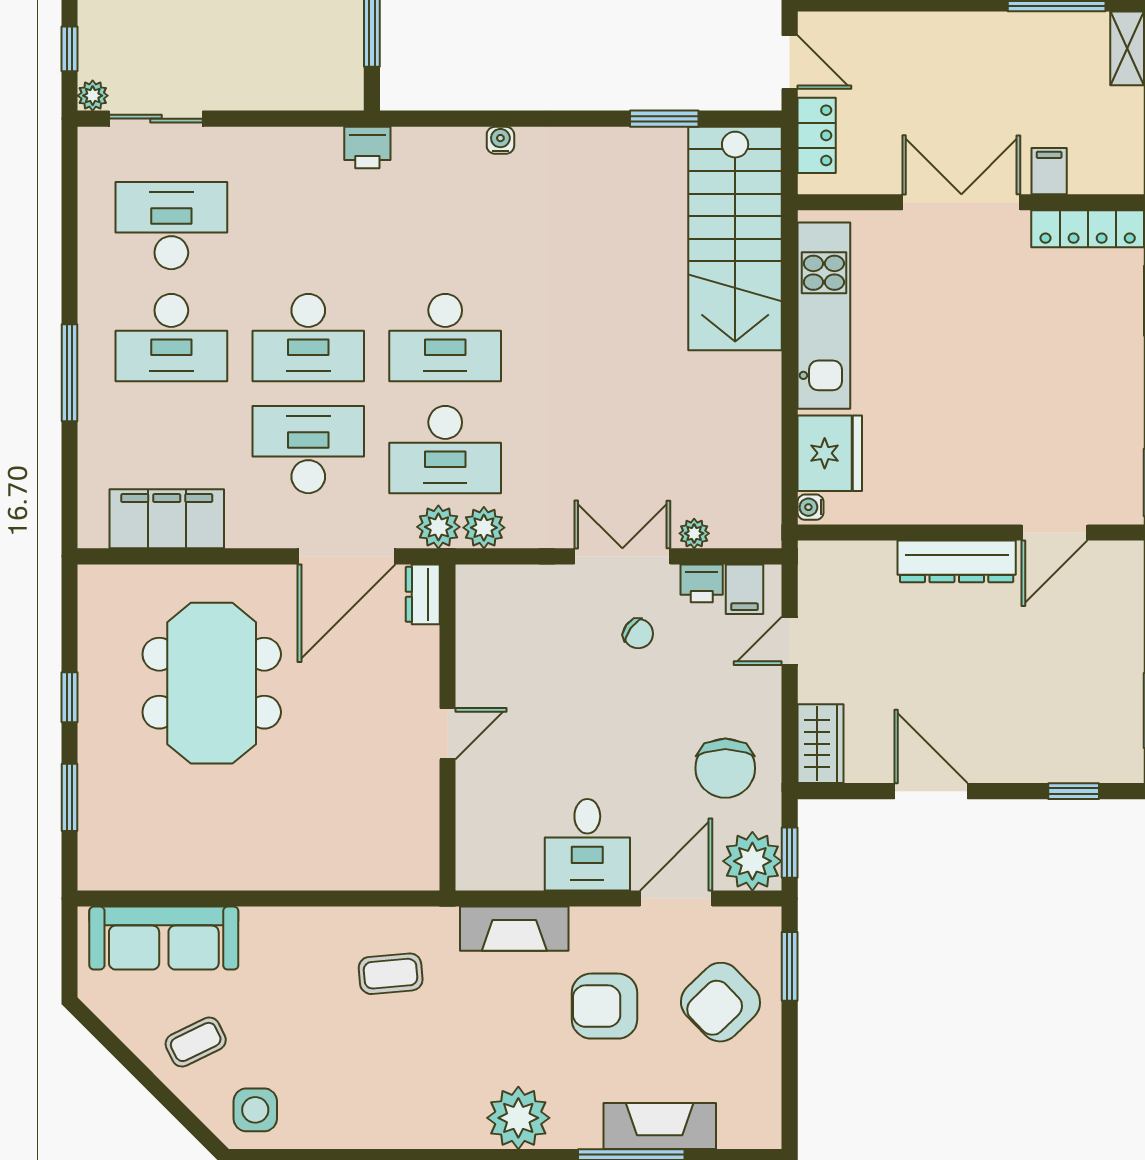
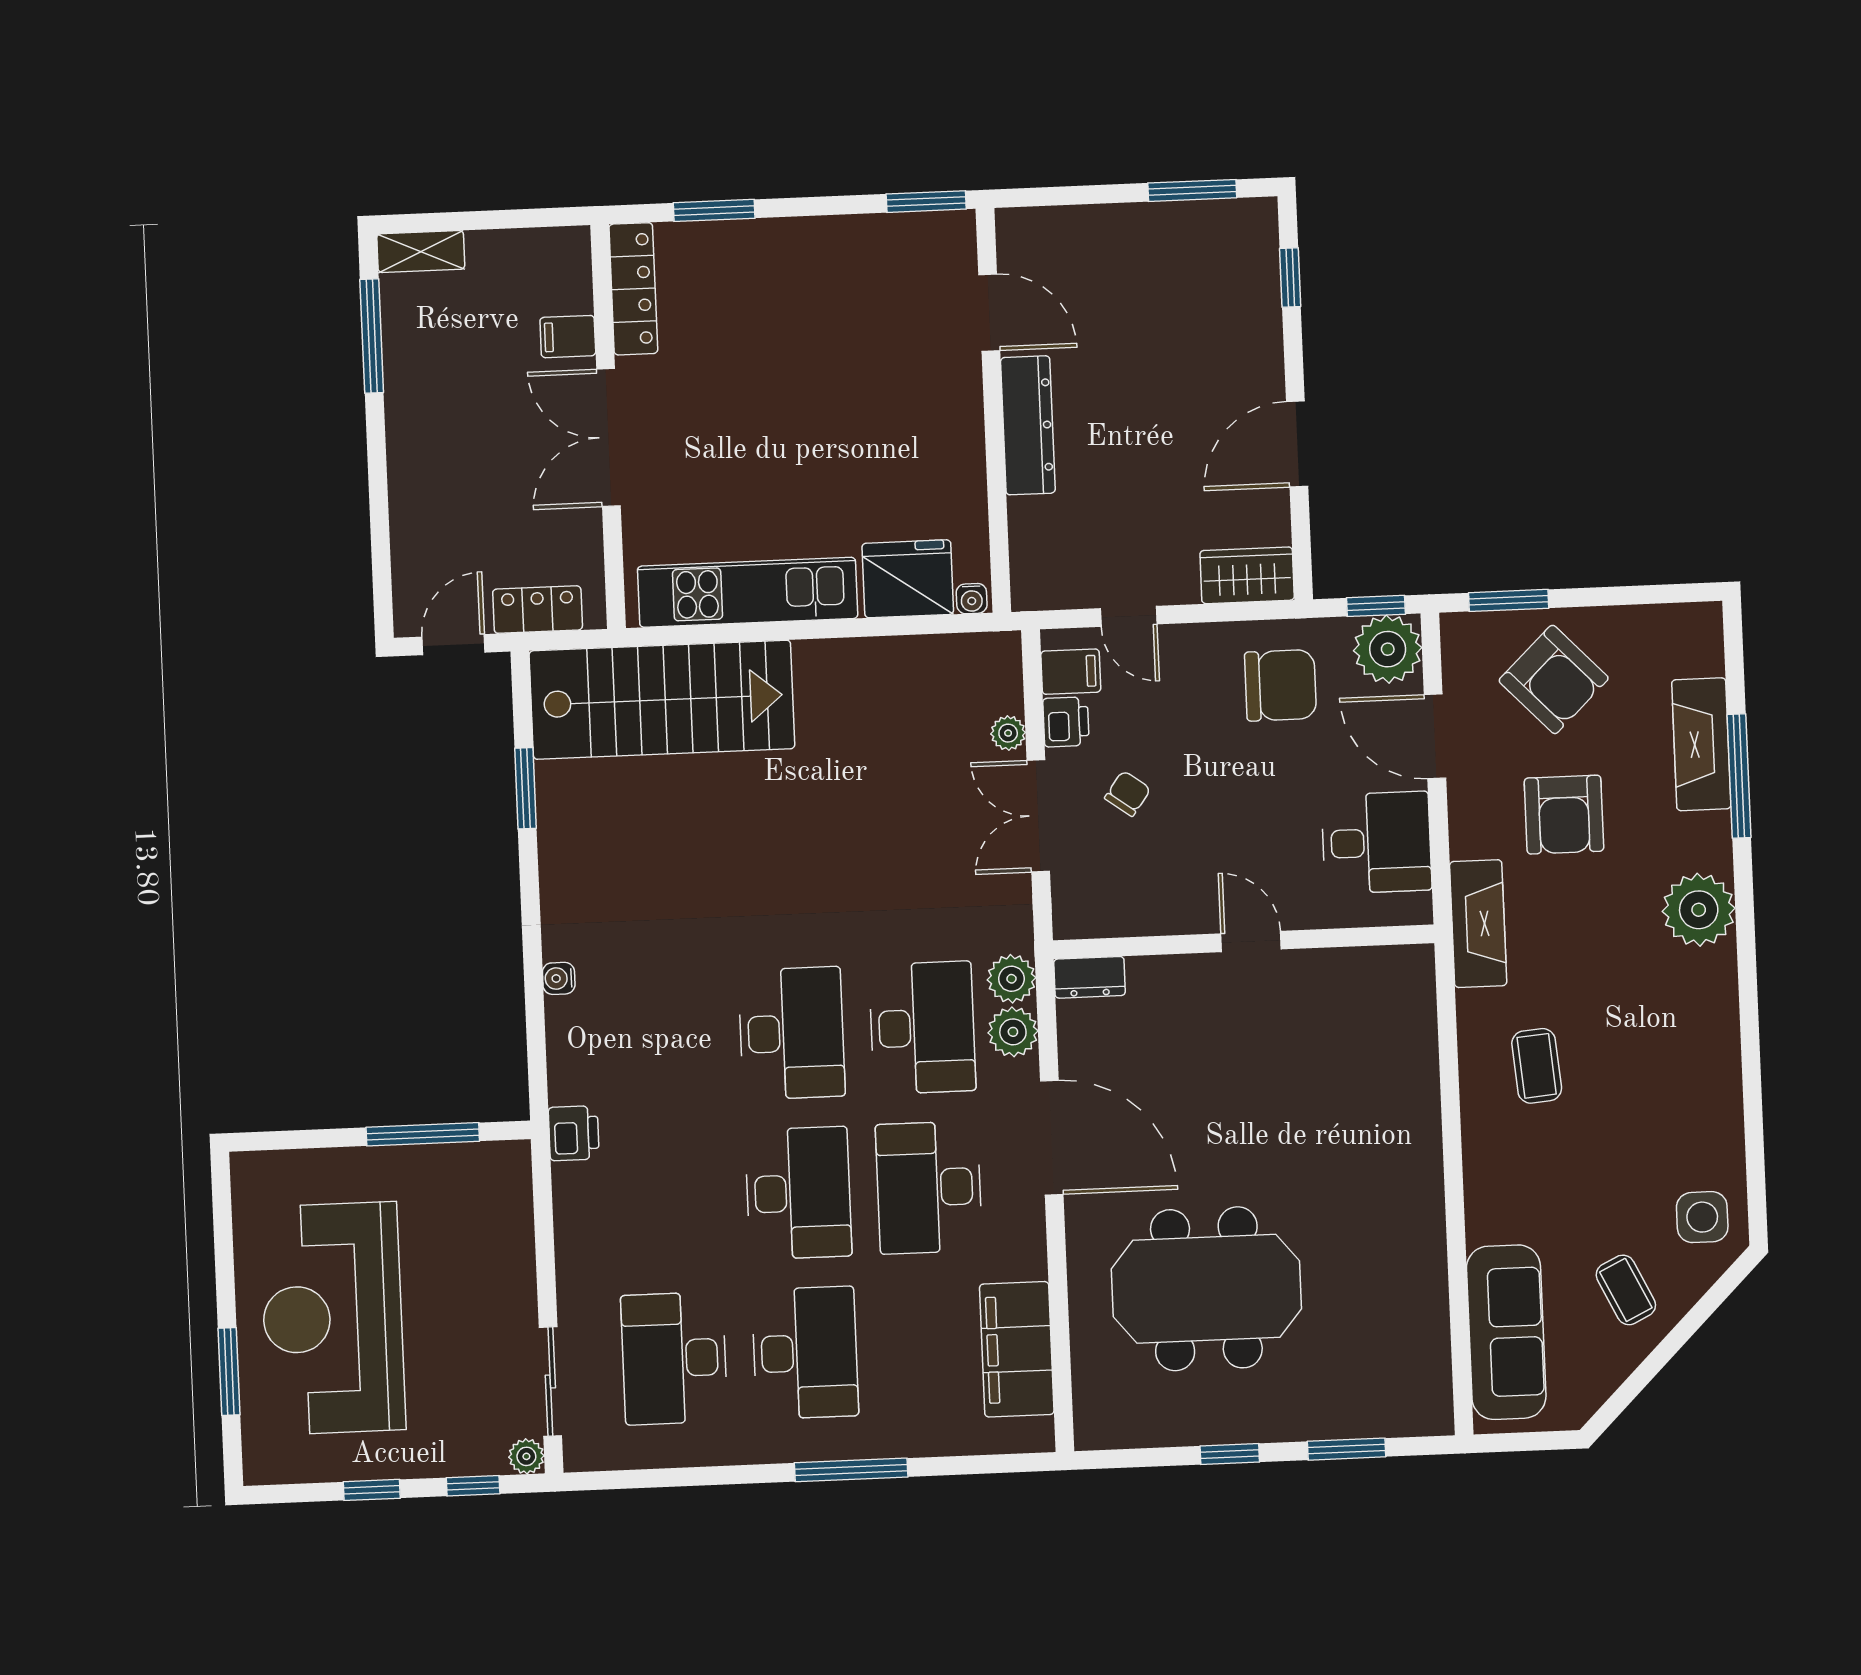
dresser: (423, 594) -> (1089, 977), moved
wall: (448, 727) -> (1244, 942), moved
door: (448, 734) -> (1251, 941), moved

